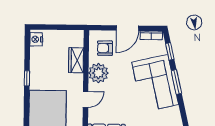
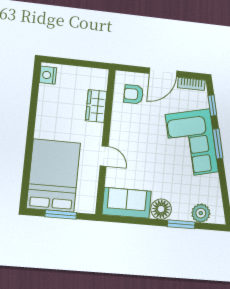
plant: (98, 73) -> (123, 124), removed
window: (27, 78) -> (31, 123), removed
door: (86, 99) -> (104, 156), hinge flipped

